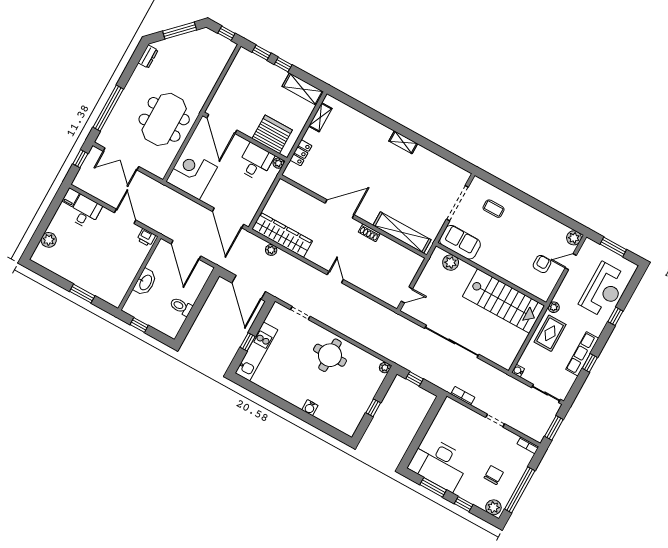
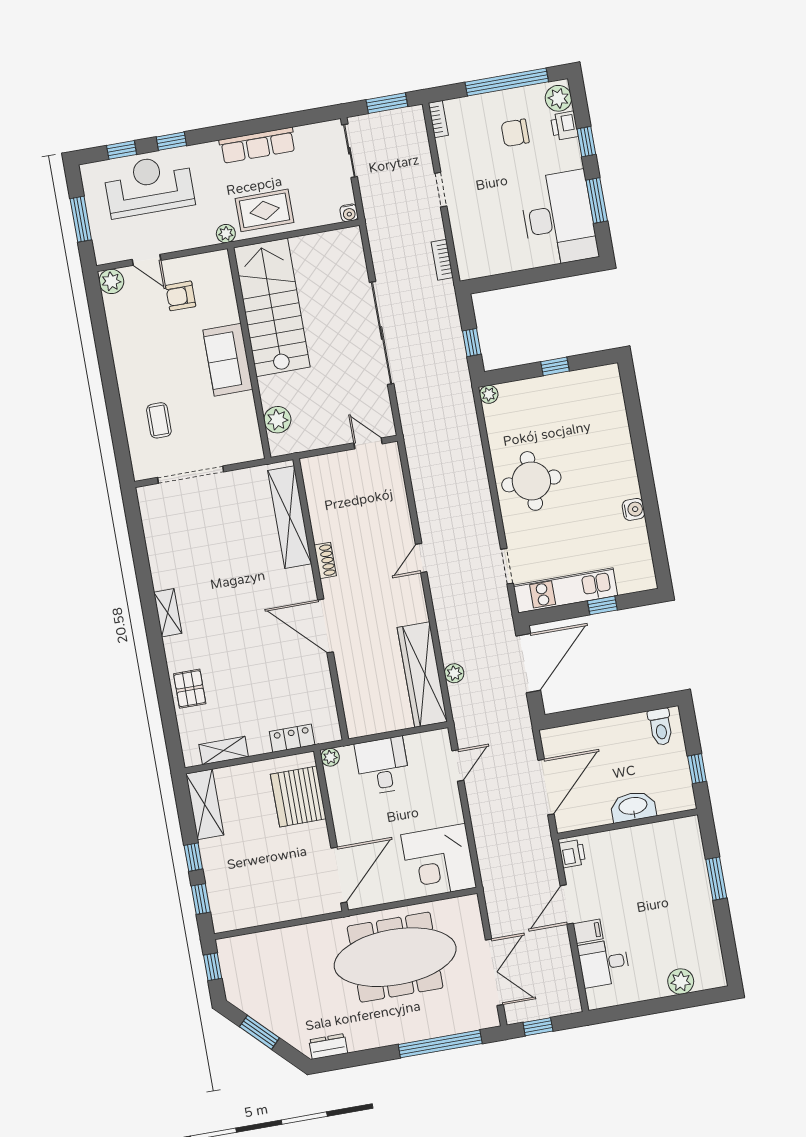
window: (180, 30) -> (259, 1032), width x0.69
meeting table: (164, 119) -> (395, 957), width x1.36
pallet: (361, 125) -> (190, 689), added
desk: (255, 162) -> (383, 766), moved, turned 90
filing cabinet: (71, 197) -> (588, 931), moved
door: (228, 218) -> (458, 765), width x0.53
sofa: (460, 242) -> (228, 360), moved
toilet: (181, 307) -> (661, 727), moved
kitchen unit: (256, 352) -> (565, 590), moved
window: (590, 363) -> (122, 150), moved
water cooler: (310, 408) -> (634, 509), moved
printer: (479, 500) -> (564, 126), added

